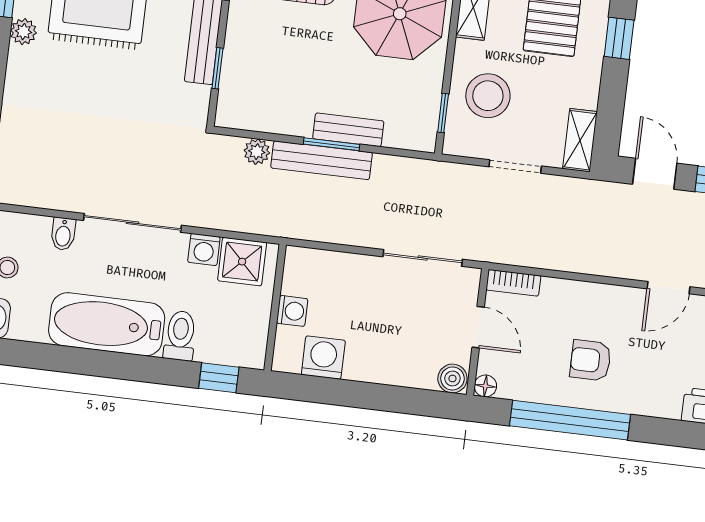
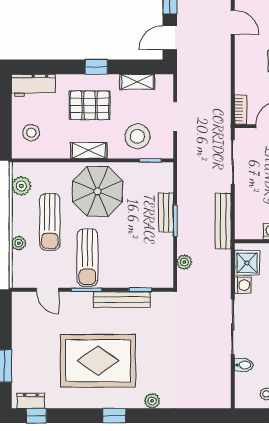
plant: (23, 32) -> (152, 401), moved
shelving: (580, 140) -> (137, 82), moved
bench: (322, 160) -> (223, 221), moved

